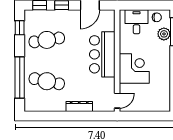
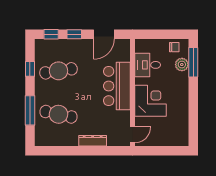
desk: (137, 22) -> (148, 65), moved, turned -90
window: (20, 28) -> (30, 69), moved
window: (20, 77) -> (30, 110), width x0.68

